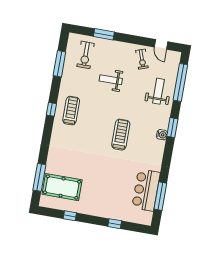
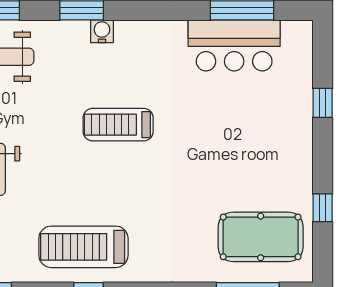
treadmill: (71, 111) -> (83, 247), width x1.37, depth x1.38
pool table: (62, 187) -> (261, 237), turned 90

